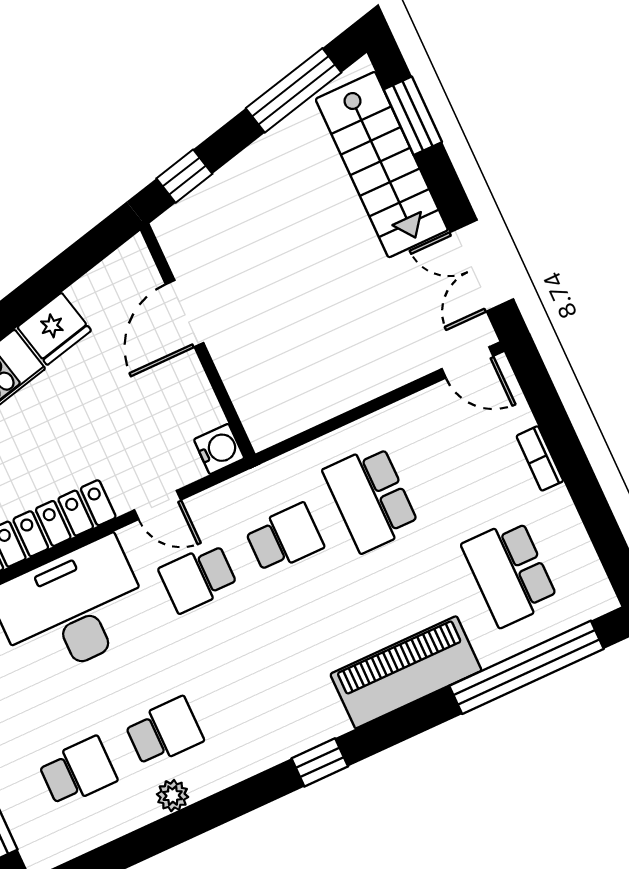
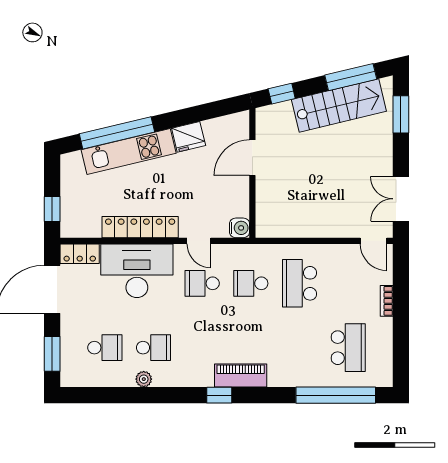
stairs: (382, 165) -> (339, 105), moved, turned -103
school desk: (284, 538) -> (251, 283), turned 180
school desk: (510, 573) -> (348, 348), turned 180
piano: (406, 672) -> (241, 376), moved, width x0.73, depth x0.75

